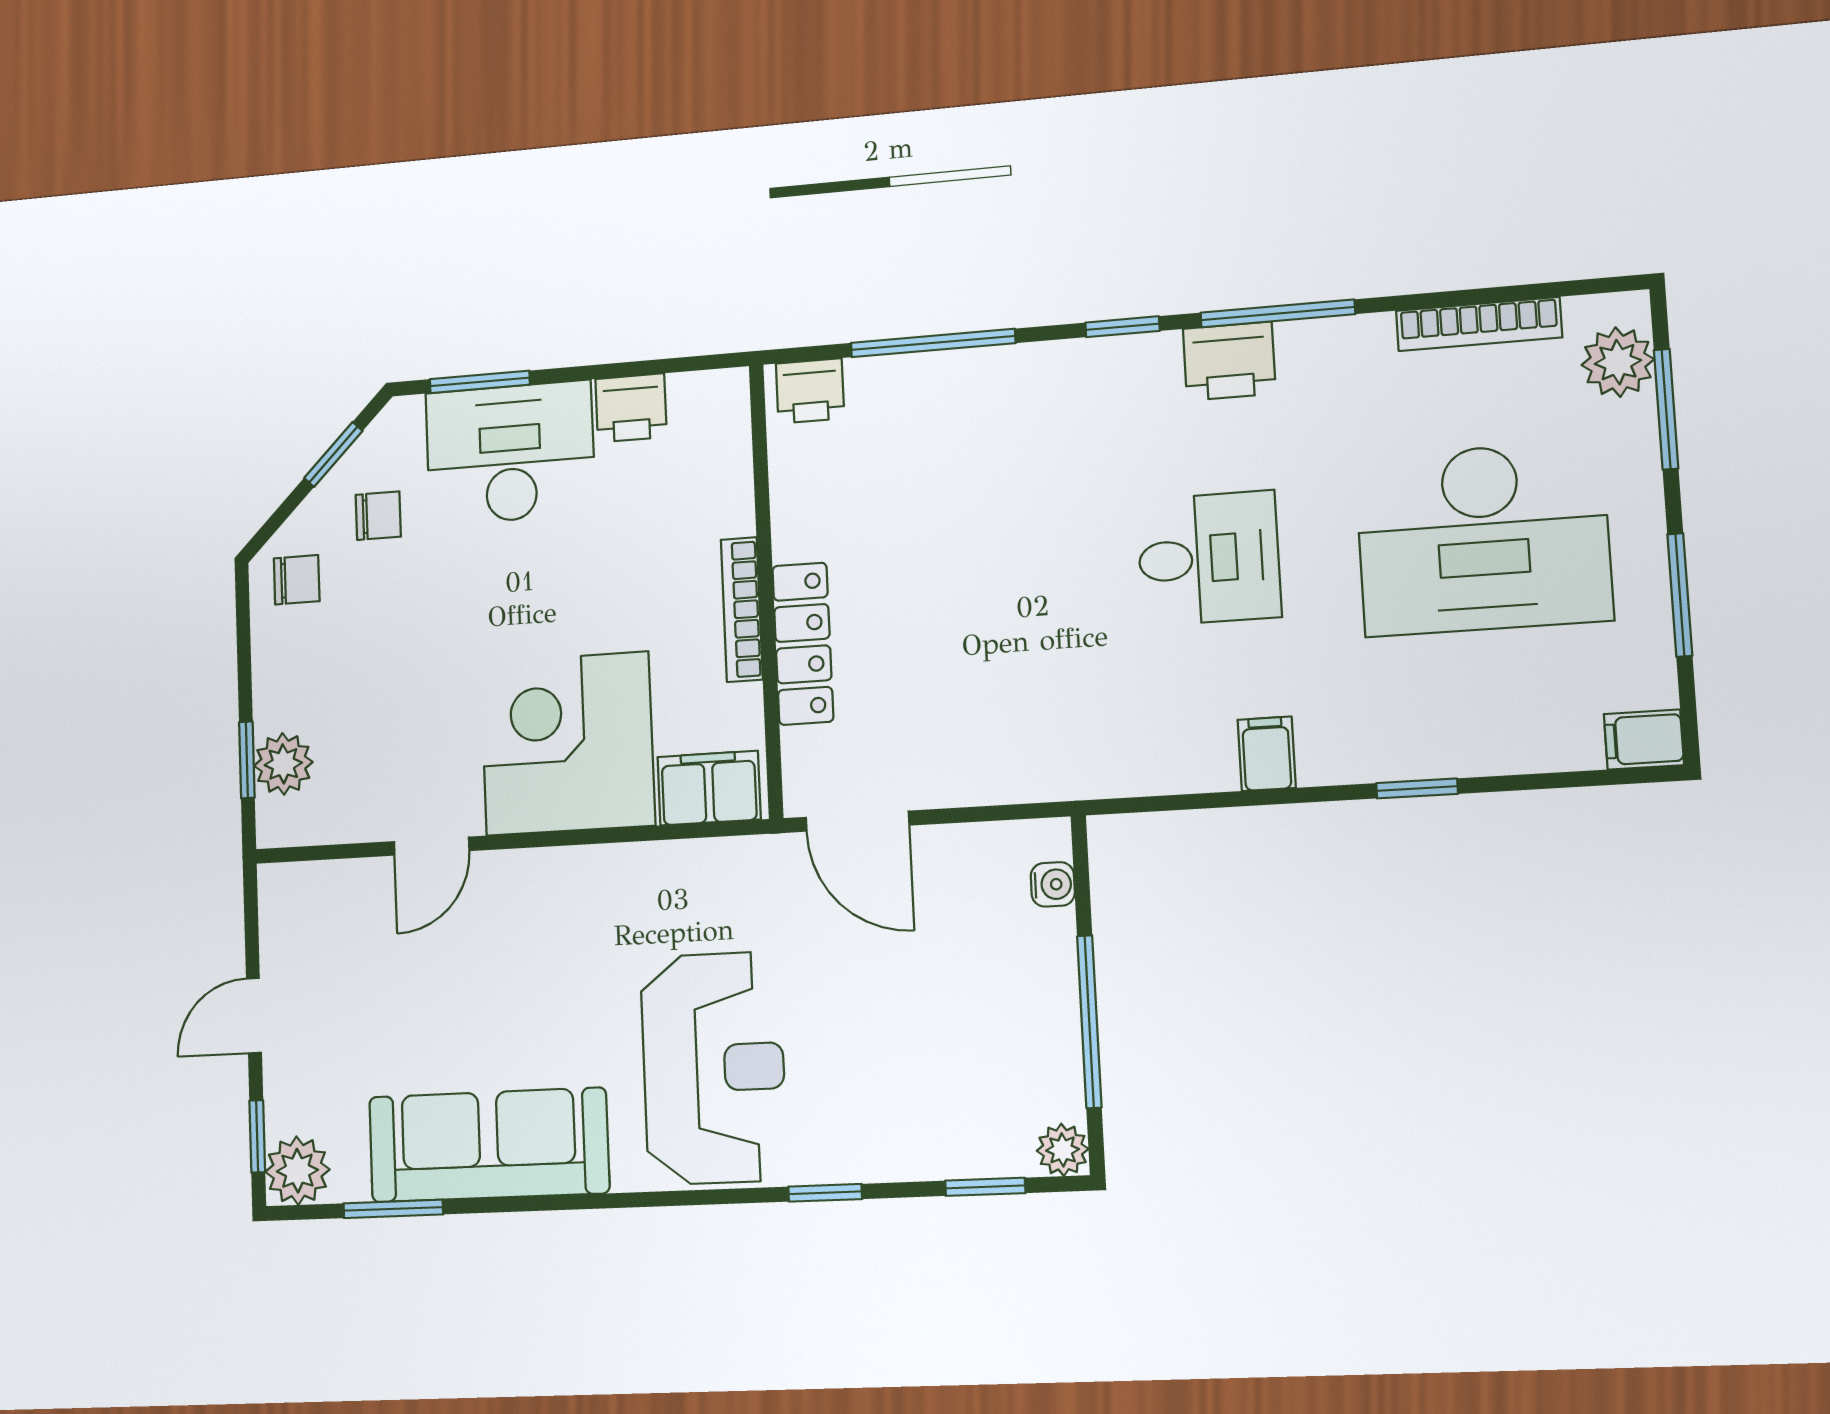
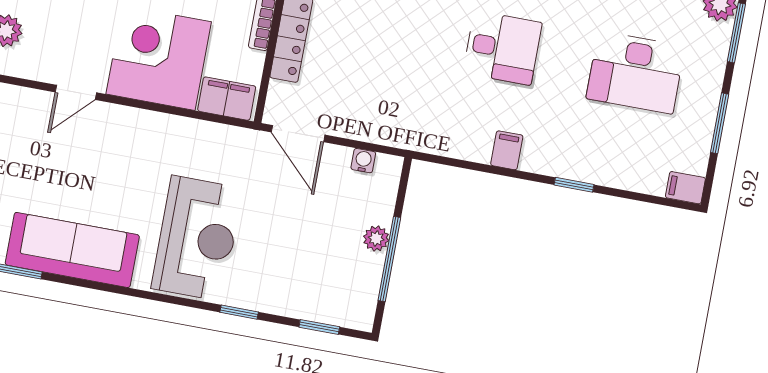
desk: (1483, 539) -> (635, 72), width x0.73, depth x0.77
water cooler: (1053, 884) -> (363, 161), moved, turned -90
plant: (1063, 1150) -> (376, 238), moved

